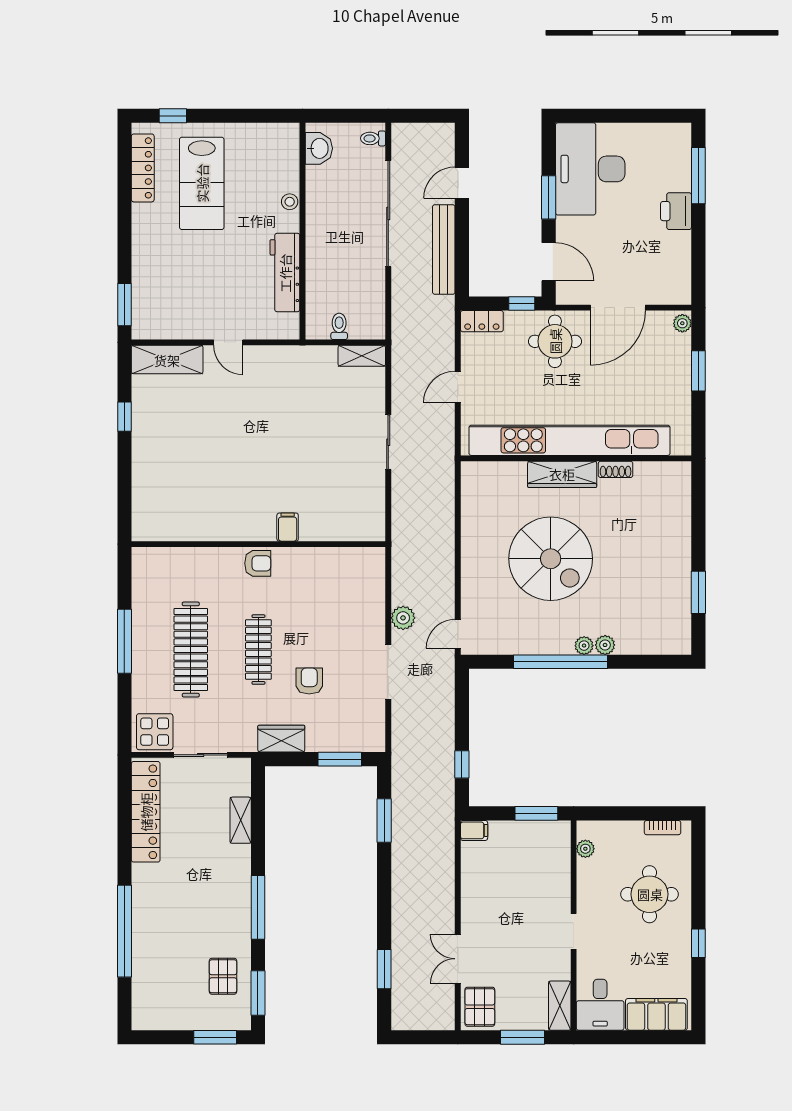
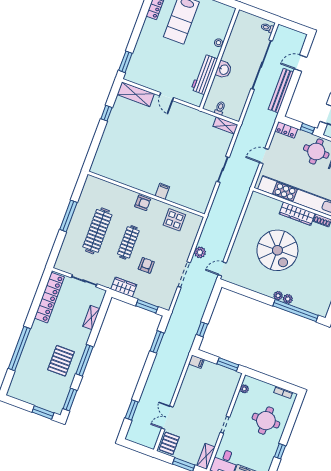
washbasin: (319, 148) -> (224, 70), moved
window: (561, 662) -> (296, 311), moved
display table: (155, 732) -> (174, 220), moved
pallet: (223, 976) -> (61, 361), moved, width x1.50, depth x1.42

